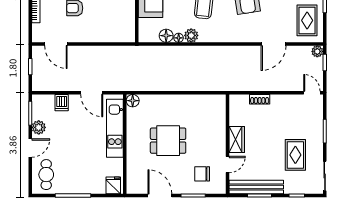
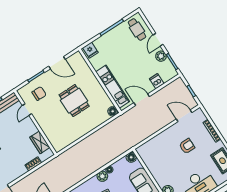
floor lamp: (166, 36) -> (131, 157), moved
wardrobe: (237, 139) -> (40, 142), moved
dining table: (168, 141) -> (74, 101), turned 90

